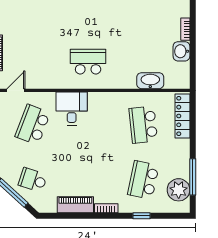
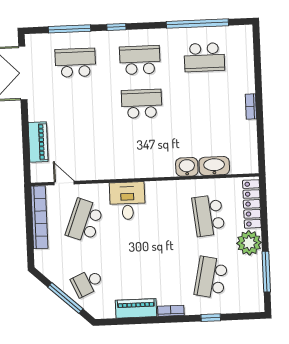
washbasin: (181, 51) -> (187, 167), moved, turned 90
school desk: (88, 62) -> (142, 104), moved
door: (16, 90) -> (64, 183), hinge flipped
school desk: (33, 180) -> (87, 283), turned -42
plant: (179, 190) -> (249, 243), moved

